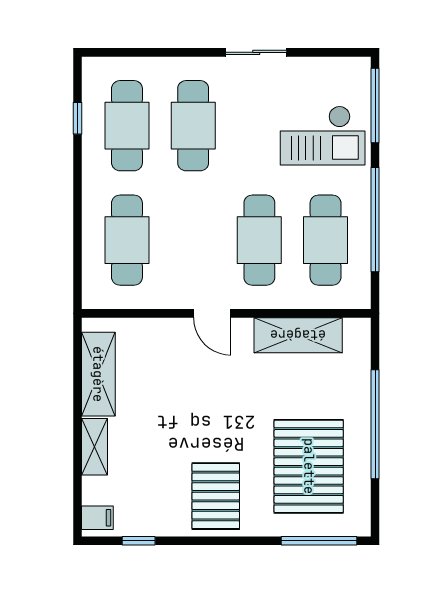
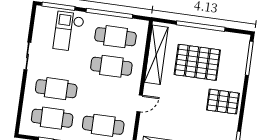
checkout: (323, 136) -> (69, 32), turned 180
door: (212, 313) -> (140, 103), moved
shelving: (298, 335) -> (156, 55), width x1.47
pallet: (309, 466) -> (197, 62), moved

